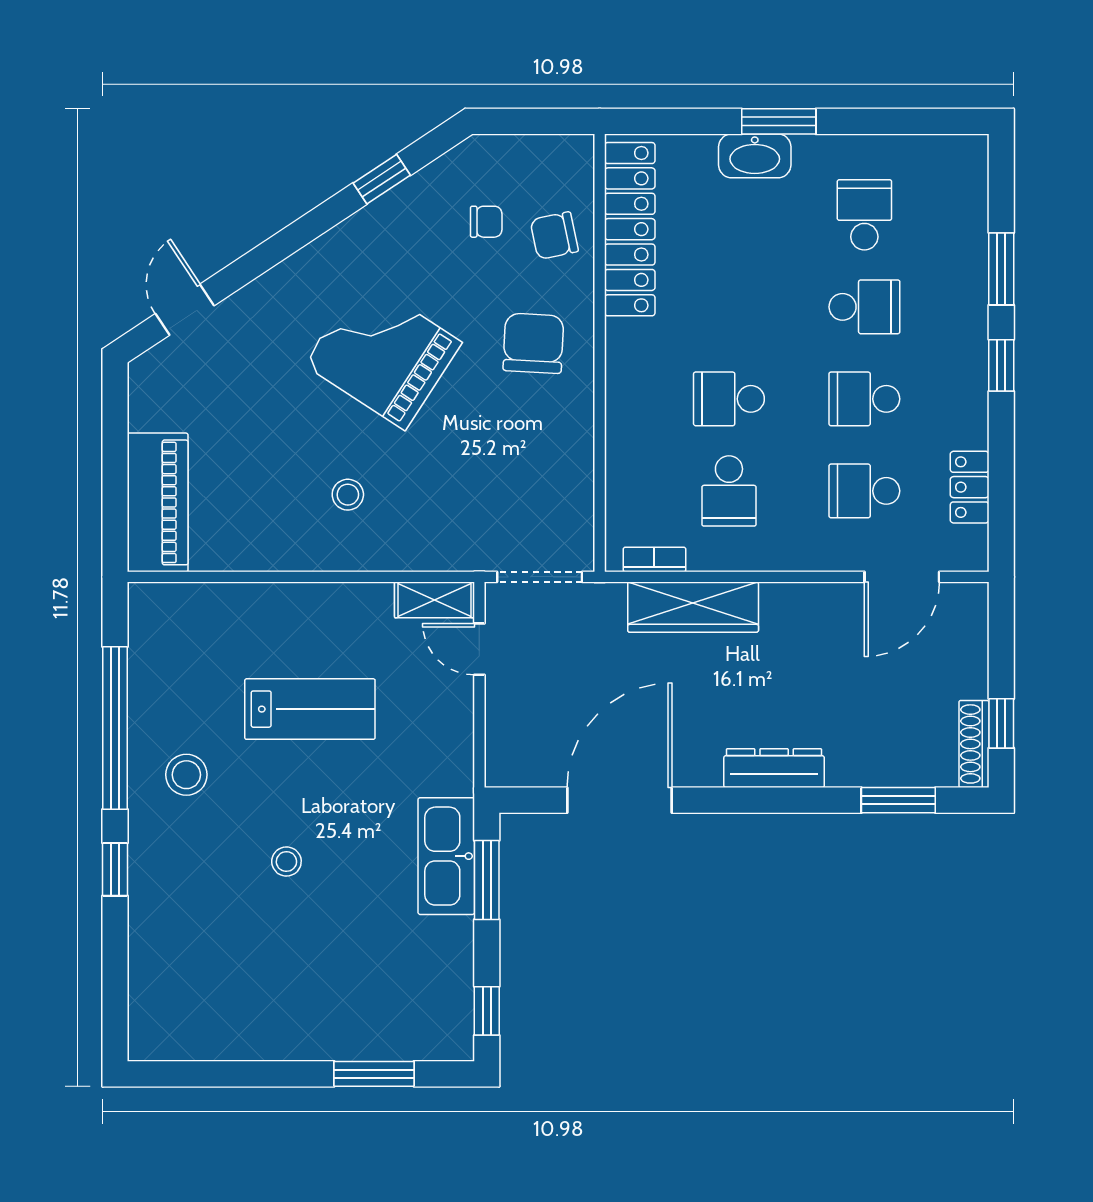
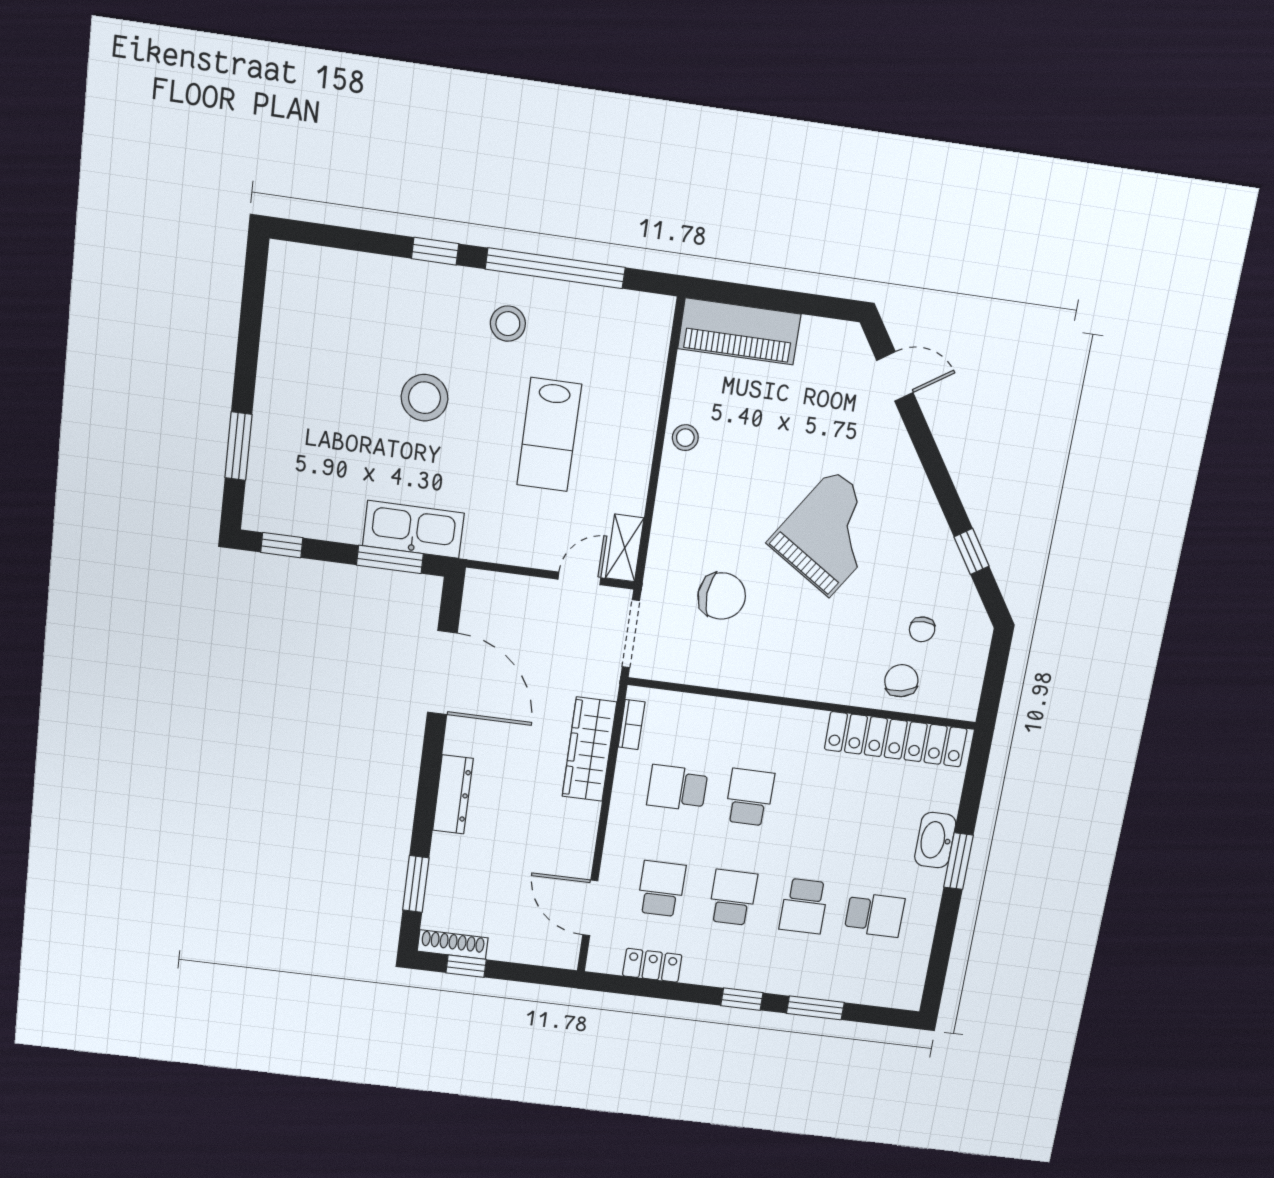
chair: (533, 343) -> (722, 596), moved
stool: (348, 495) -> (685, 438), moved
stool: (286, 861) -> (425, 398), width x1.89, depth x1.89

